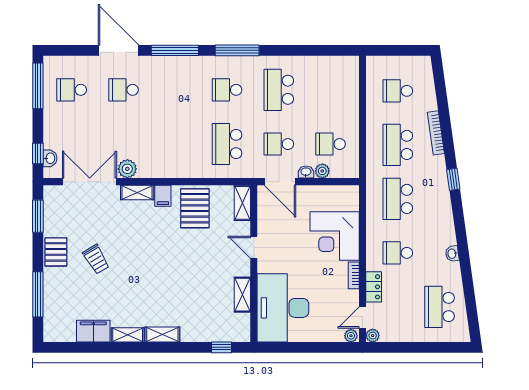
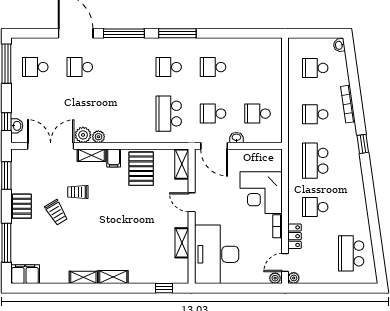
school desk: (279, 90) -> (213, 67), width x0.54
school desk: (398, 145) -> (315, 114), width x0.54
plant: (322, 171) -> (98, 137), moved
trolley: (121, 235) -> (78, 192), added
washbasin: (452, 254) -> (339, 45), moved
filing cabinet: (93, 331) -> (25, 274), moved

